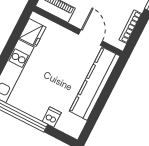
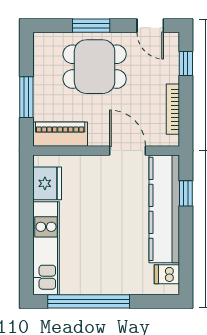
window: (112, 81) -> (186, 193), added
dishwasher: (52, 117) -> (167, 274), moved, turned -90

